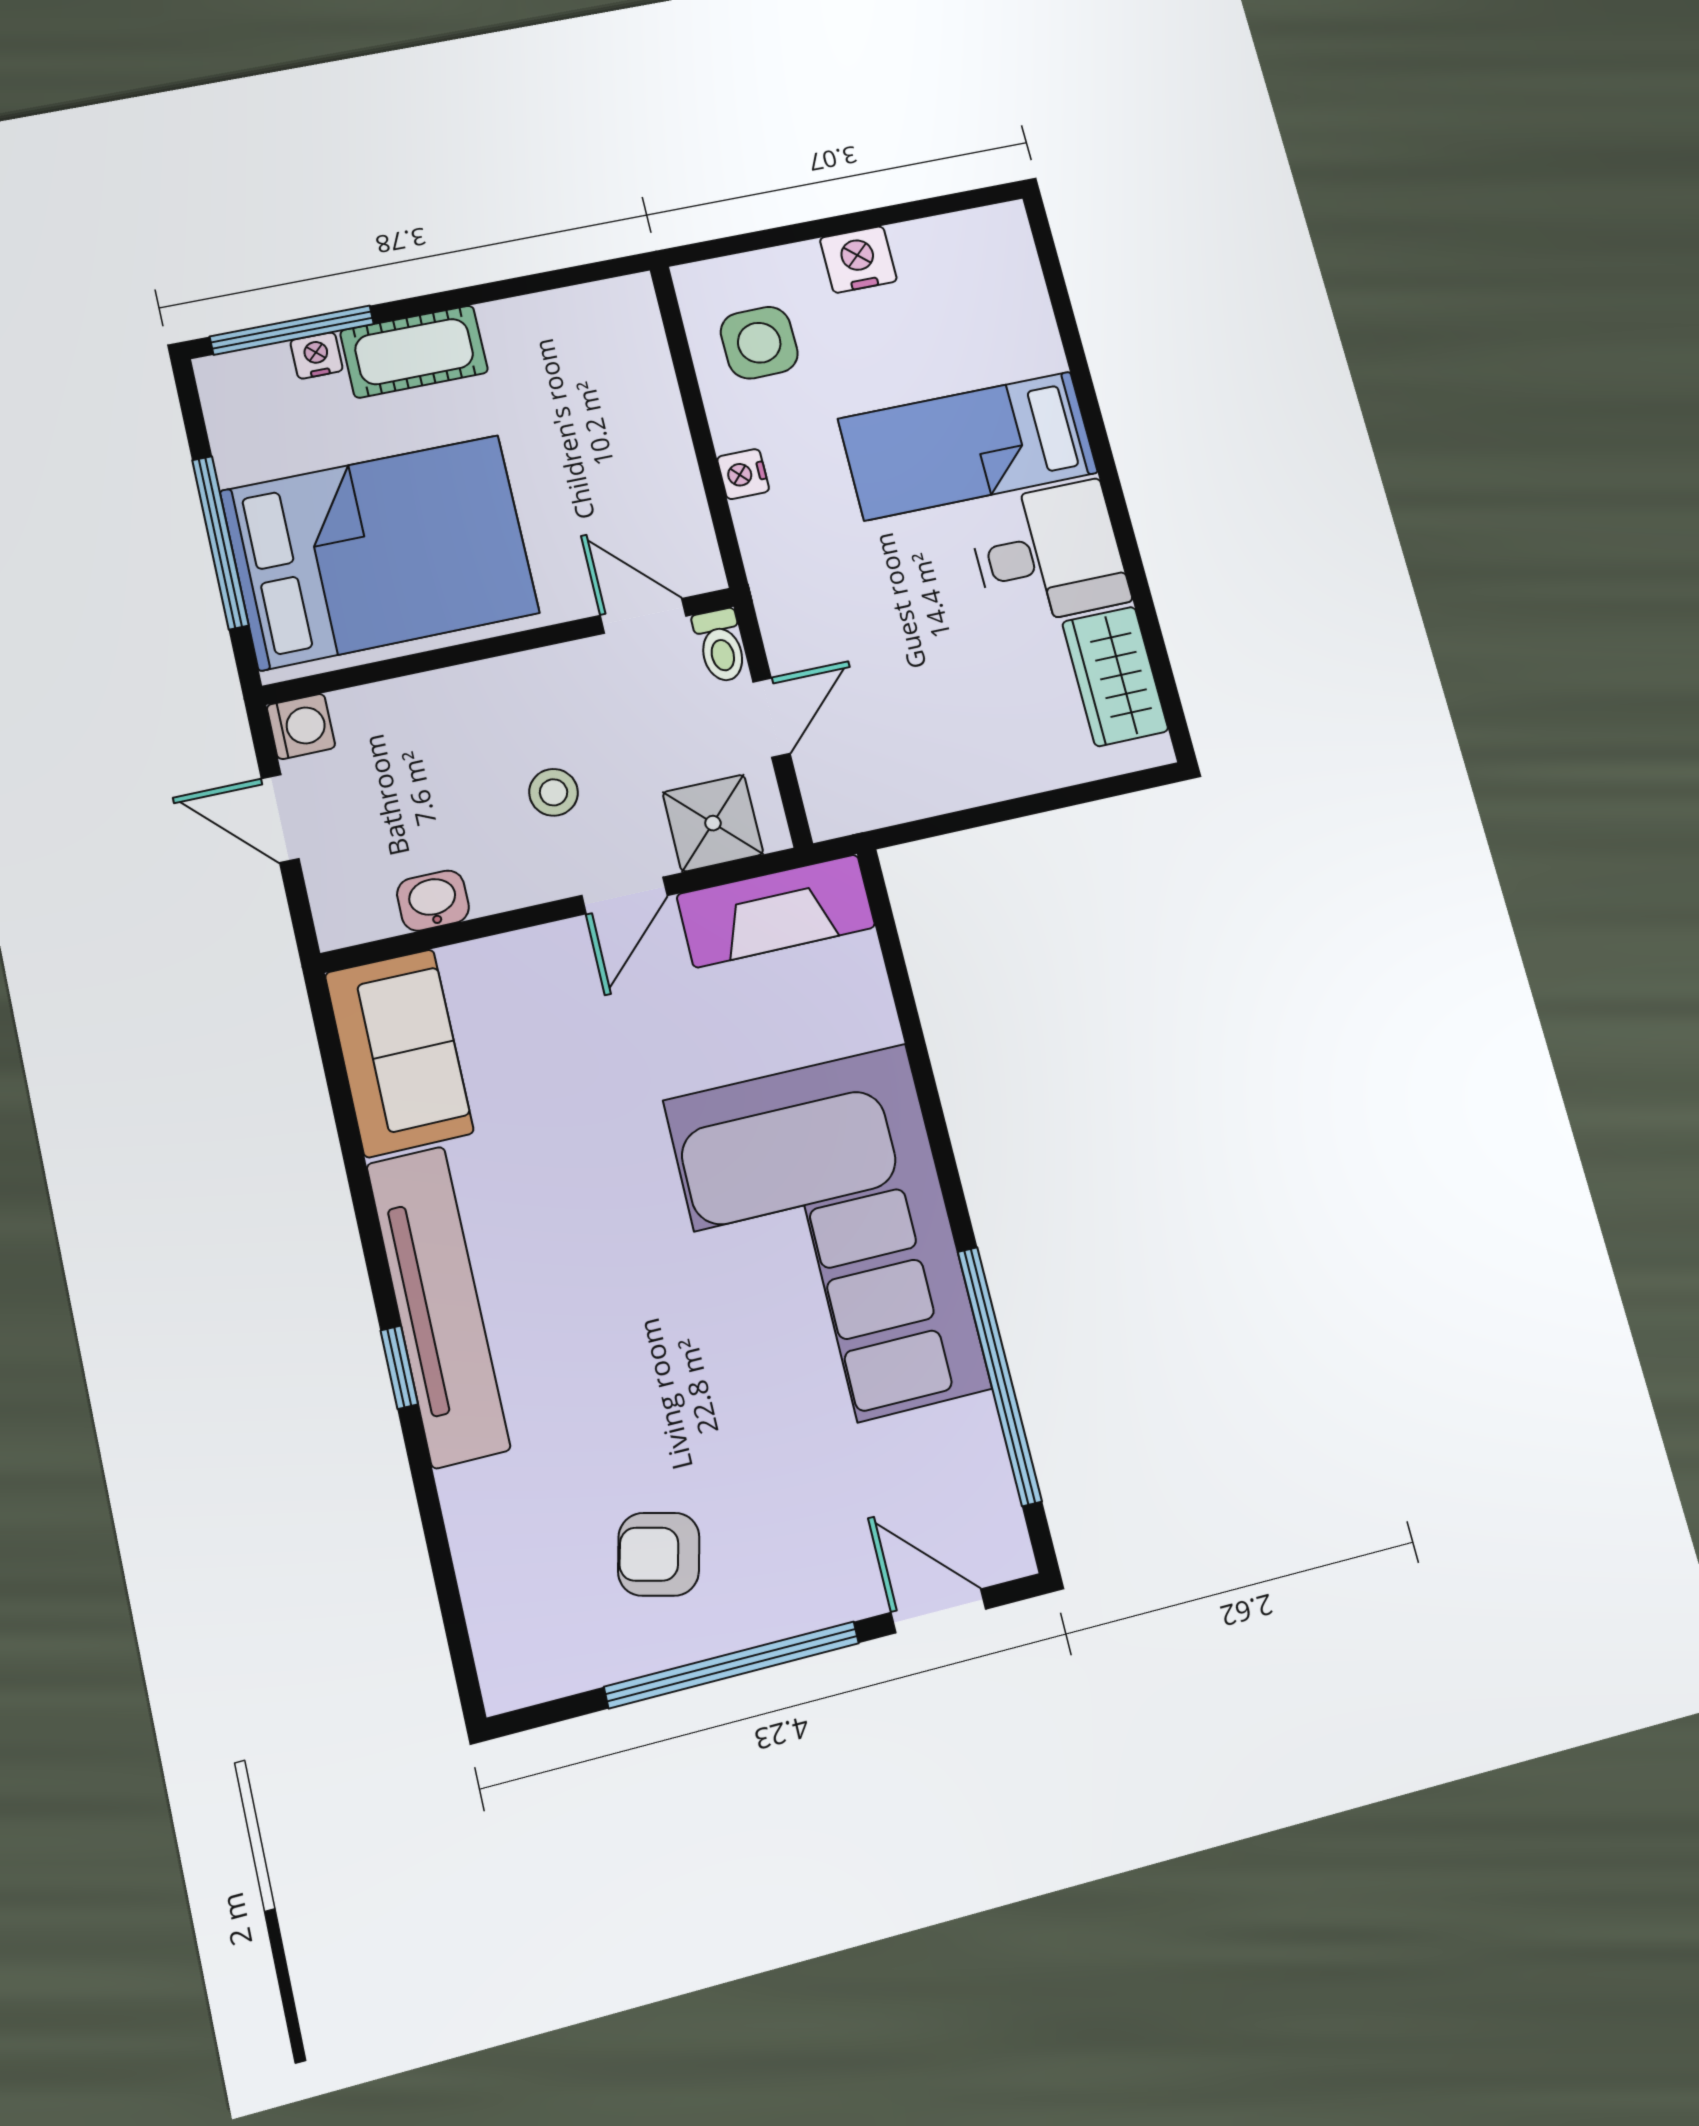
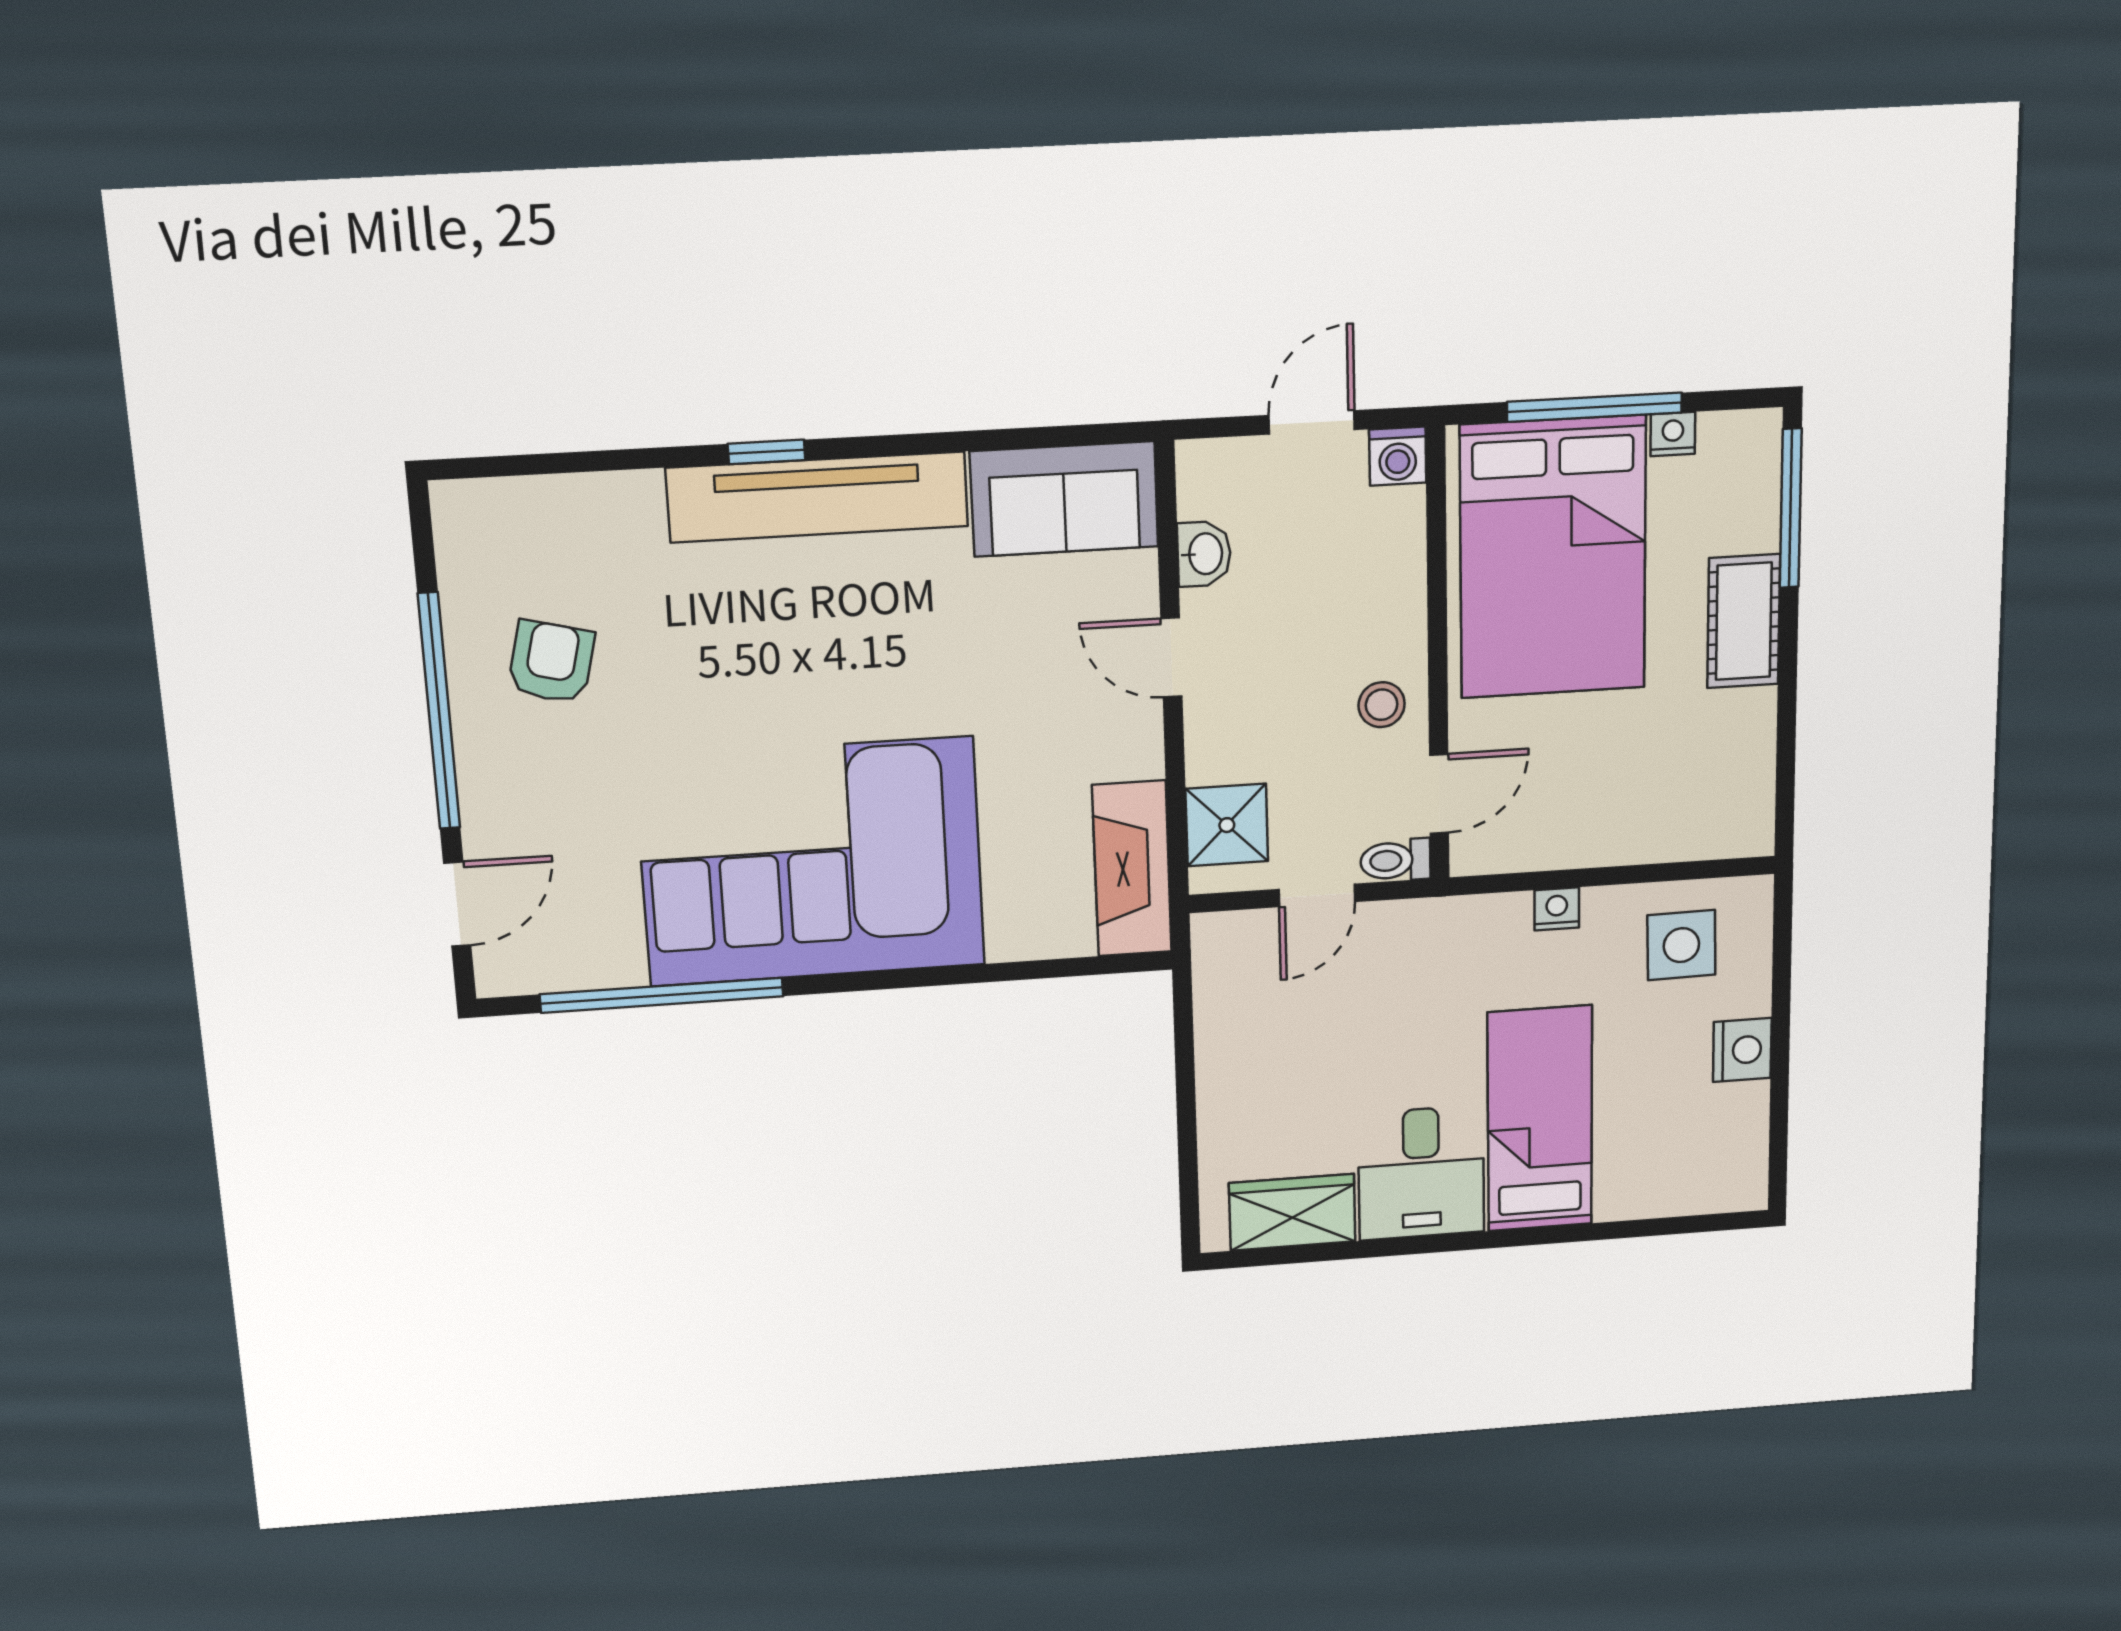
nightstand: (317, 356) -> (1673, 434), moved, turned -90
door: (771, 718) -> (1317, 895), hinge flipped
stool: (554, 792) -> (1382, 705), moved
door: (625, 896) -> (1171, 658), moved

